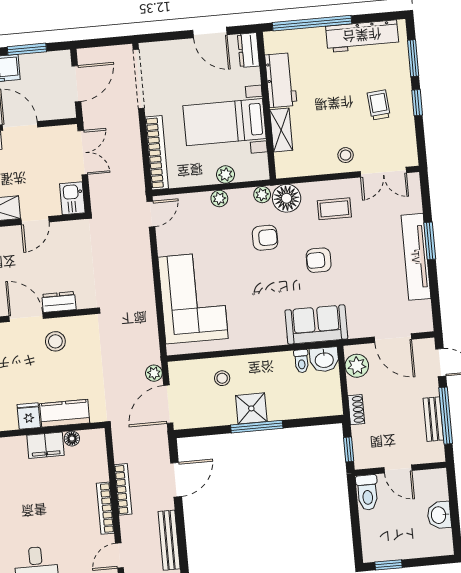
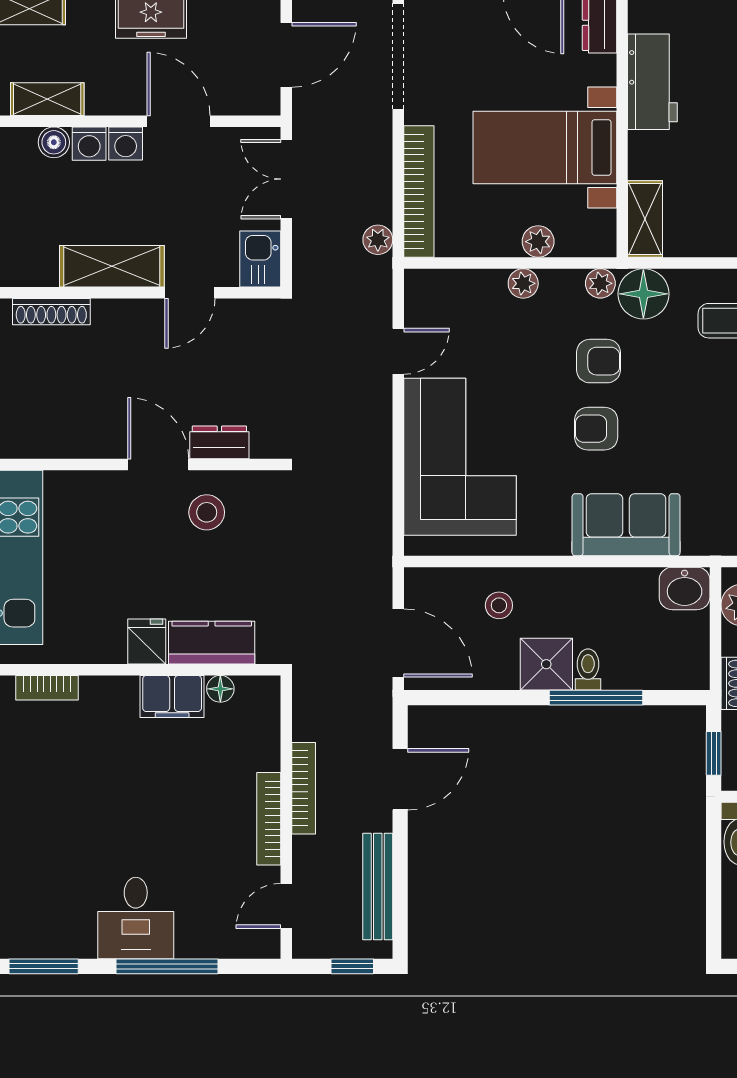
shelving: (281, 130) -> (645, 219), moved
double door: (83, 153) -> (286, 179), swing flipped
door: (151, 214) -> (398, 351), moved
armchair: (319, 260) -> (596, 429), moved
sofa: (316, 325) -> (626, 525), moved
toilet: (301, 361) -> (588, 669), moved, turned 180
plant: (154, 373) -> (378, 240), moved
door: (168, 404) -> (398, 643), swing flipped
window: (257, 427) -> (596, 698), moved

